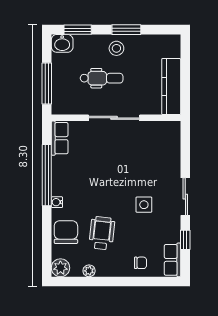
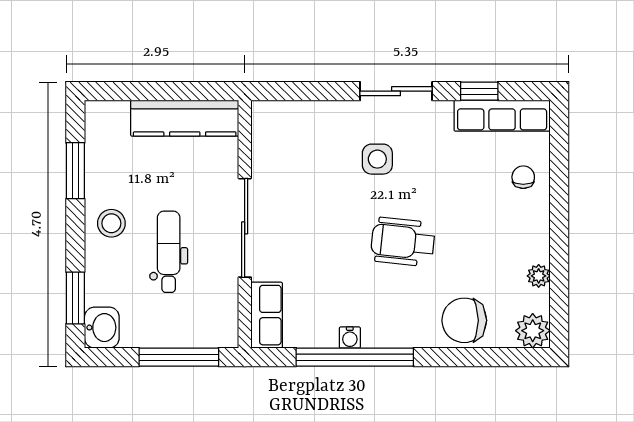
window: (126, 30) -> (75, 171), moved
row of seats: (60, 138) -> (267, 315), moved, turned 90
water cooler: (57, 202) -> (350, 338), moved
side table: (144, 205) -> (377, 159), moved
wheelchair: (102, 233) -> (403, 242), moved
row of seats: (172, 260) -> (502, 116), width x1.48

